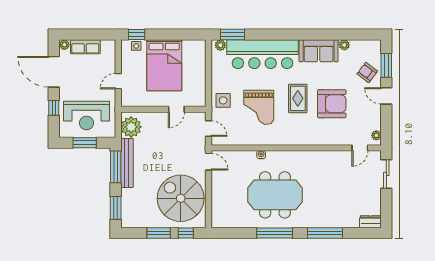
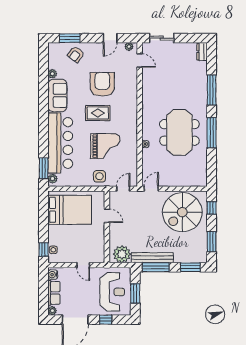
water cooler: (107, 45) -> (53, 275), added
bed: (164, 65) -> (70, 210), moved
door: (386, 96) -> (110, 38), moved
window: (159, 233) -> (212, 242), moved

